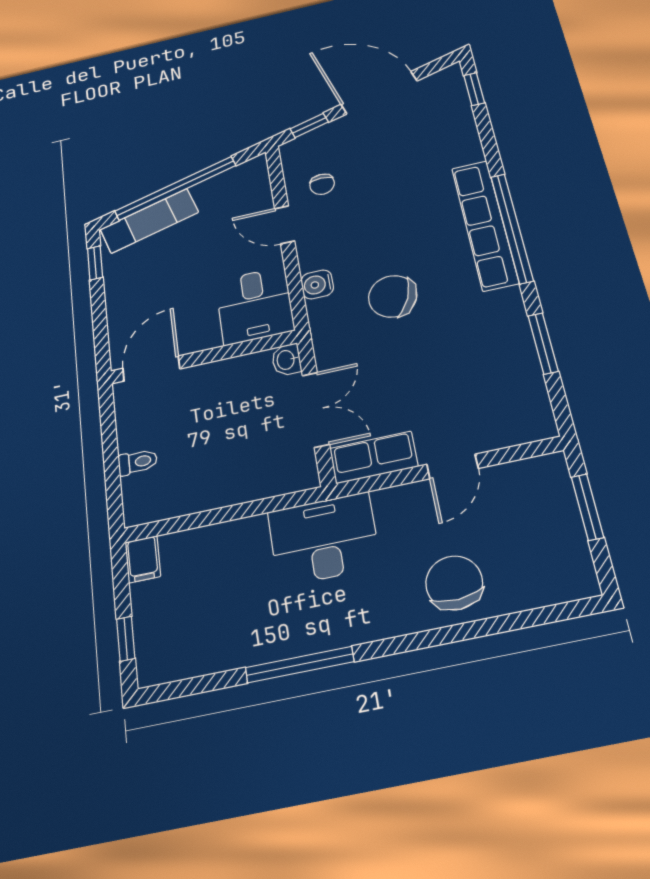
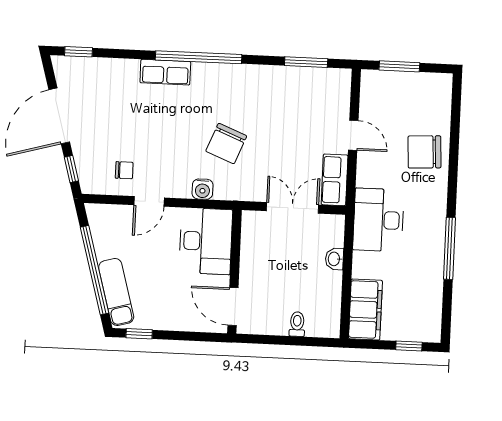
row of seats: (485, 225) -> (165, 72), width x0.50
desk: (255, 306) -> (206, 241), width x1.37
window: (543, 343) -> (306, 62), moved
washbasin: (286, 360) -> (334, 259), moved, turned 90
filing cabinet: (143, 559) -> (365, 310), width x3.00, depth x1.17

